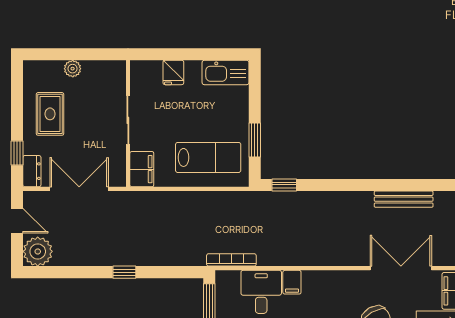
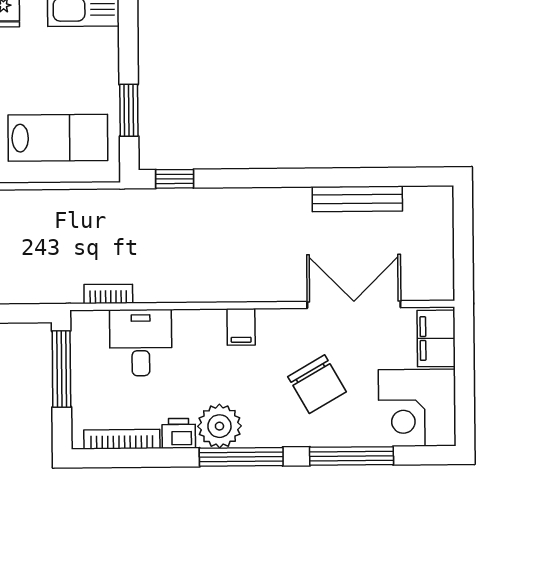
bookcase: (231, 260) -> (108, 294), width x0.64
filing cabinet: (292, 282) -> (241, 327), moved

